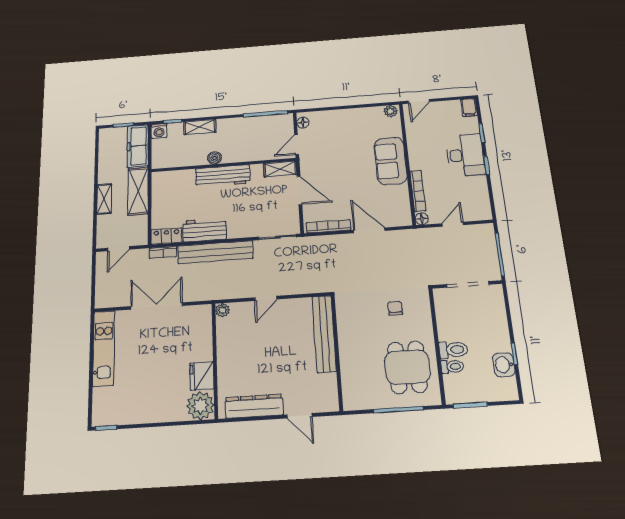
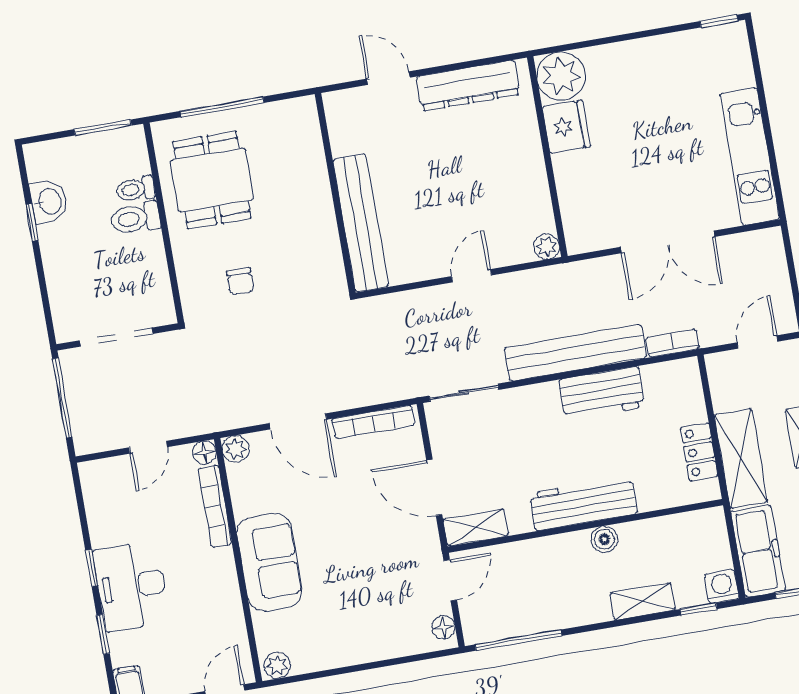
plant: (404, 219) -> (236, 449), added
locker: (166, 236) -> (699, 452), moved, turned 90

